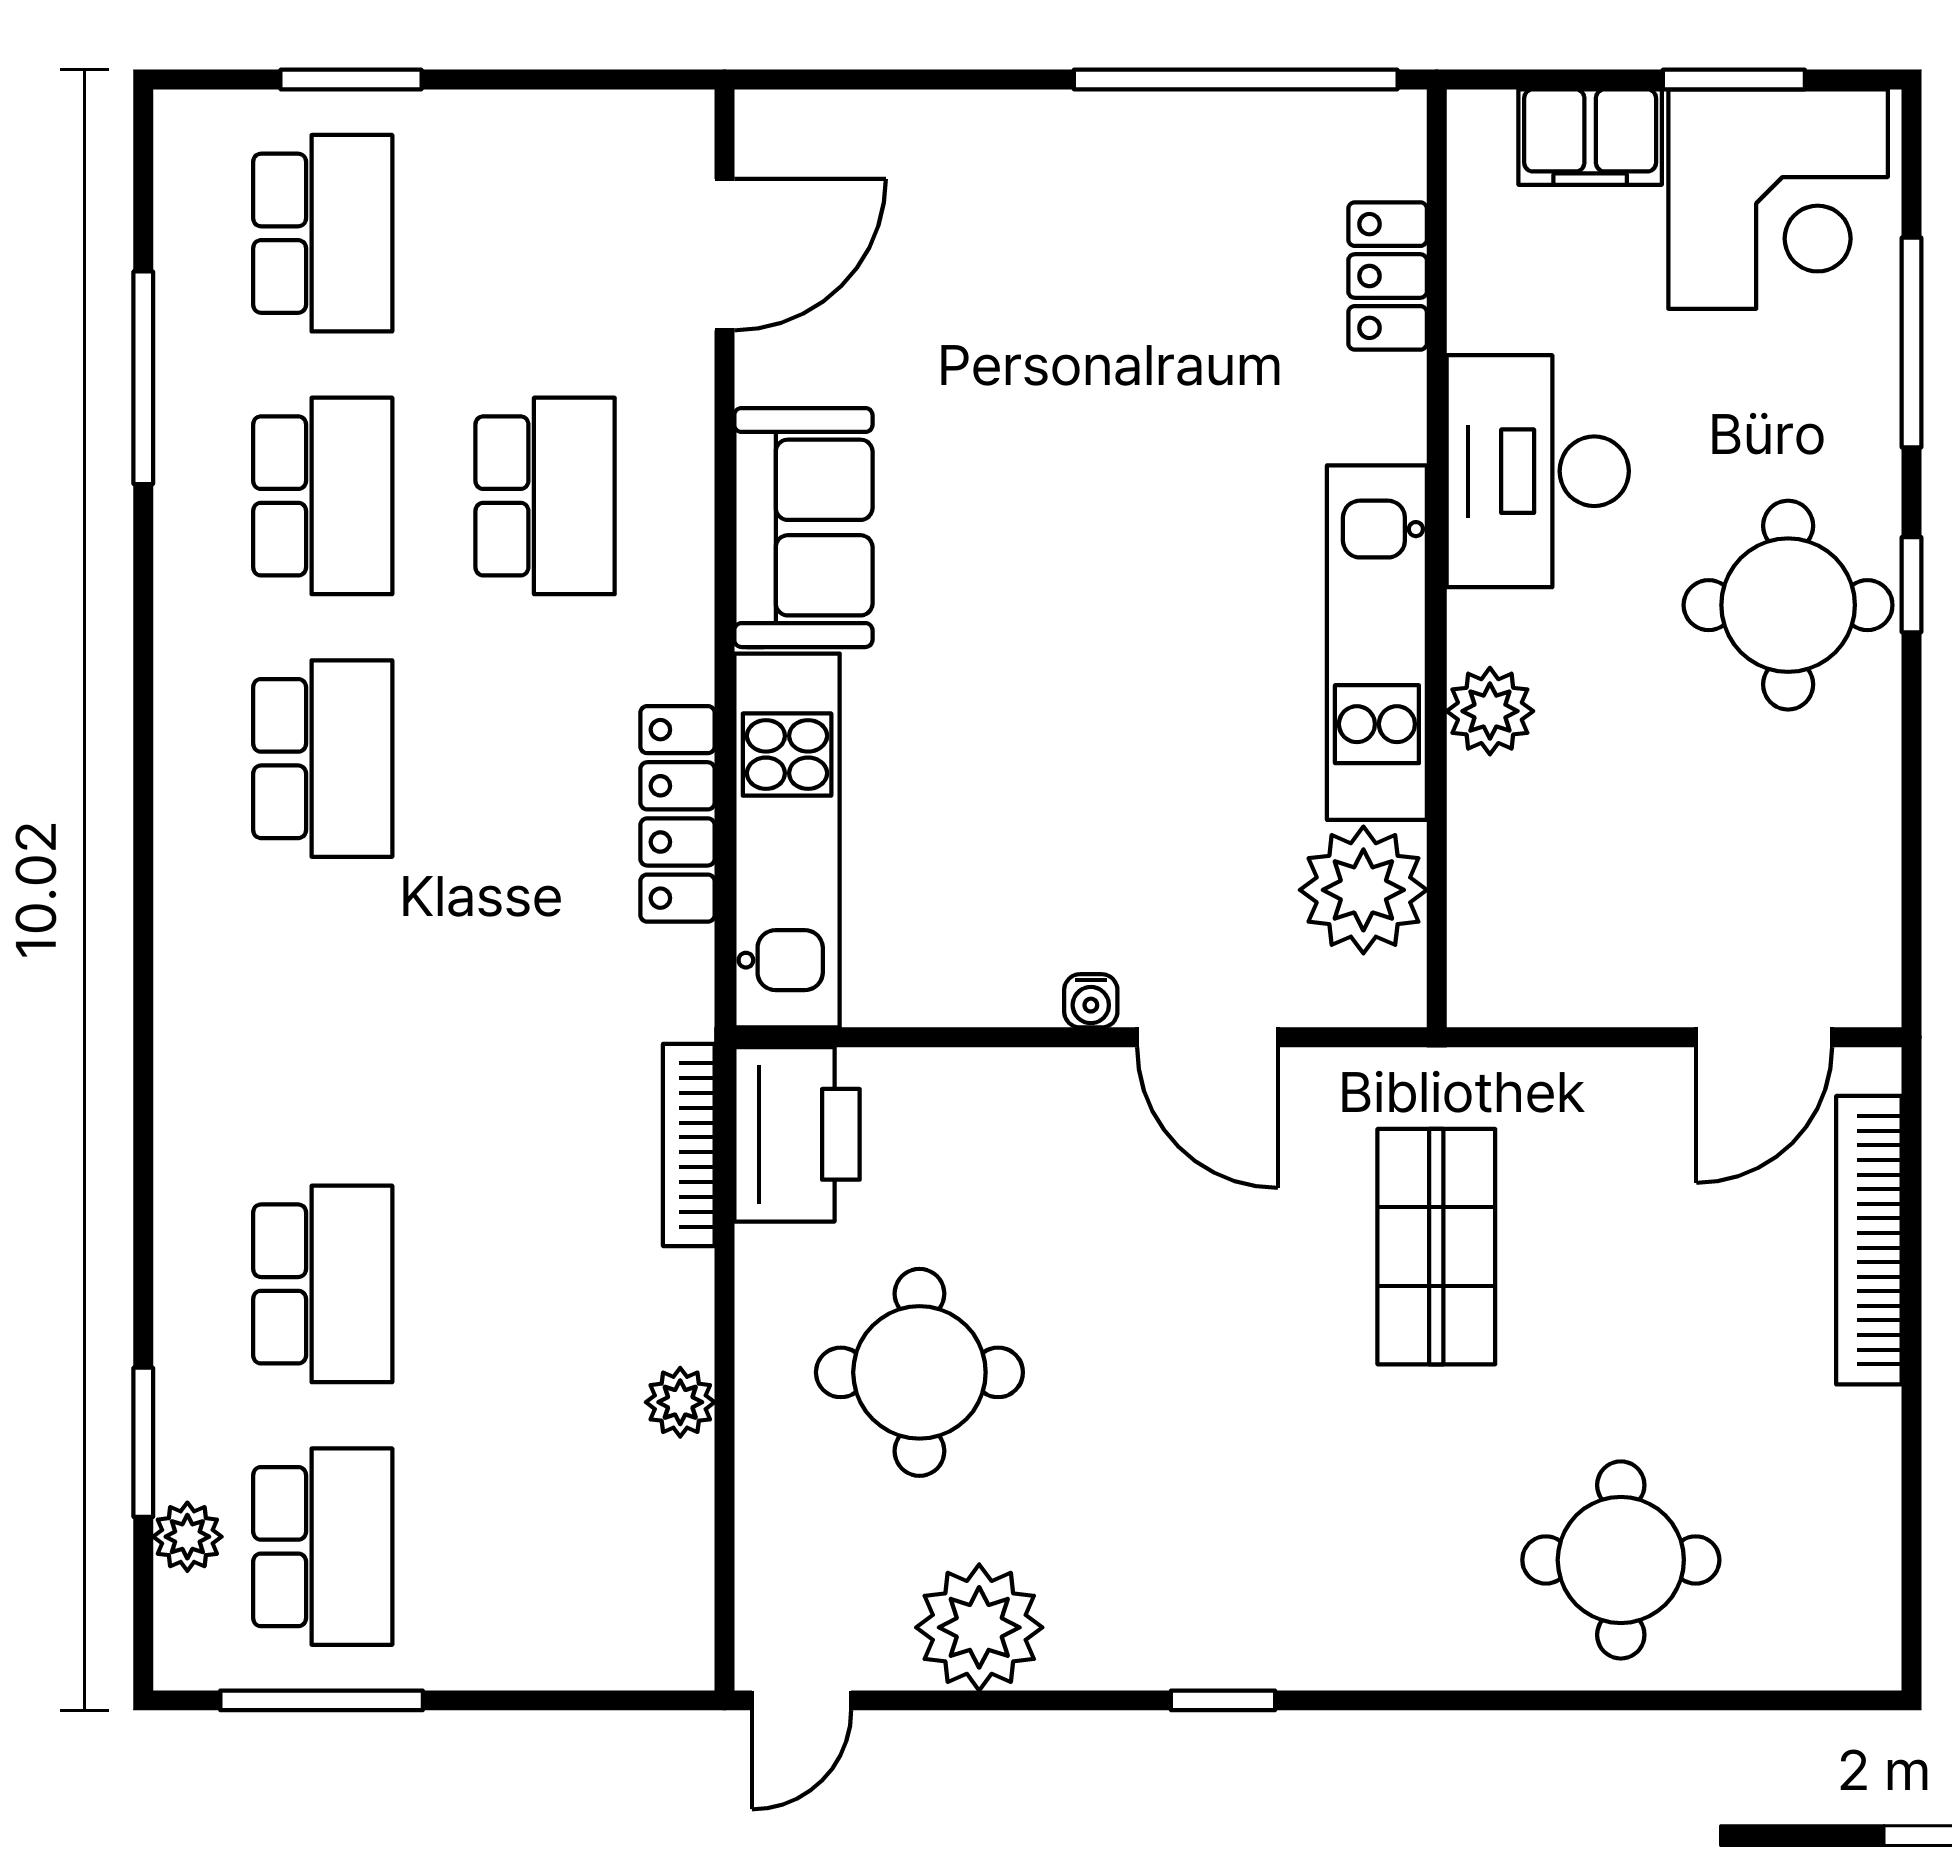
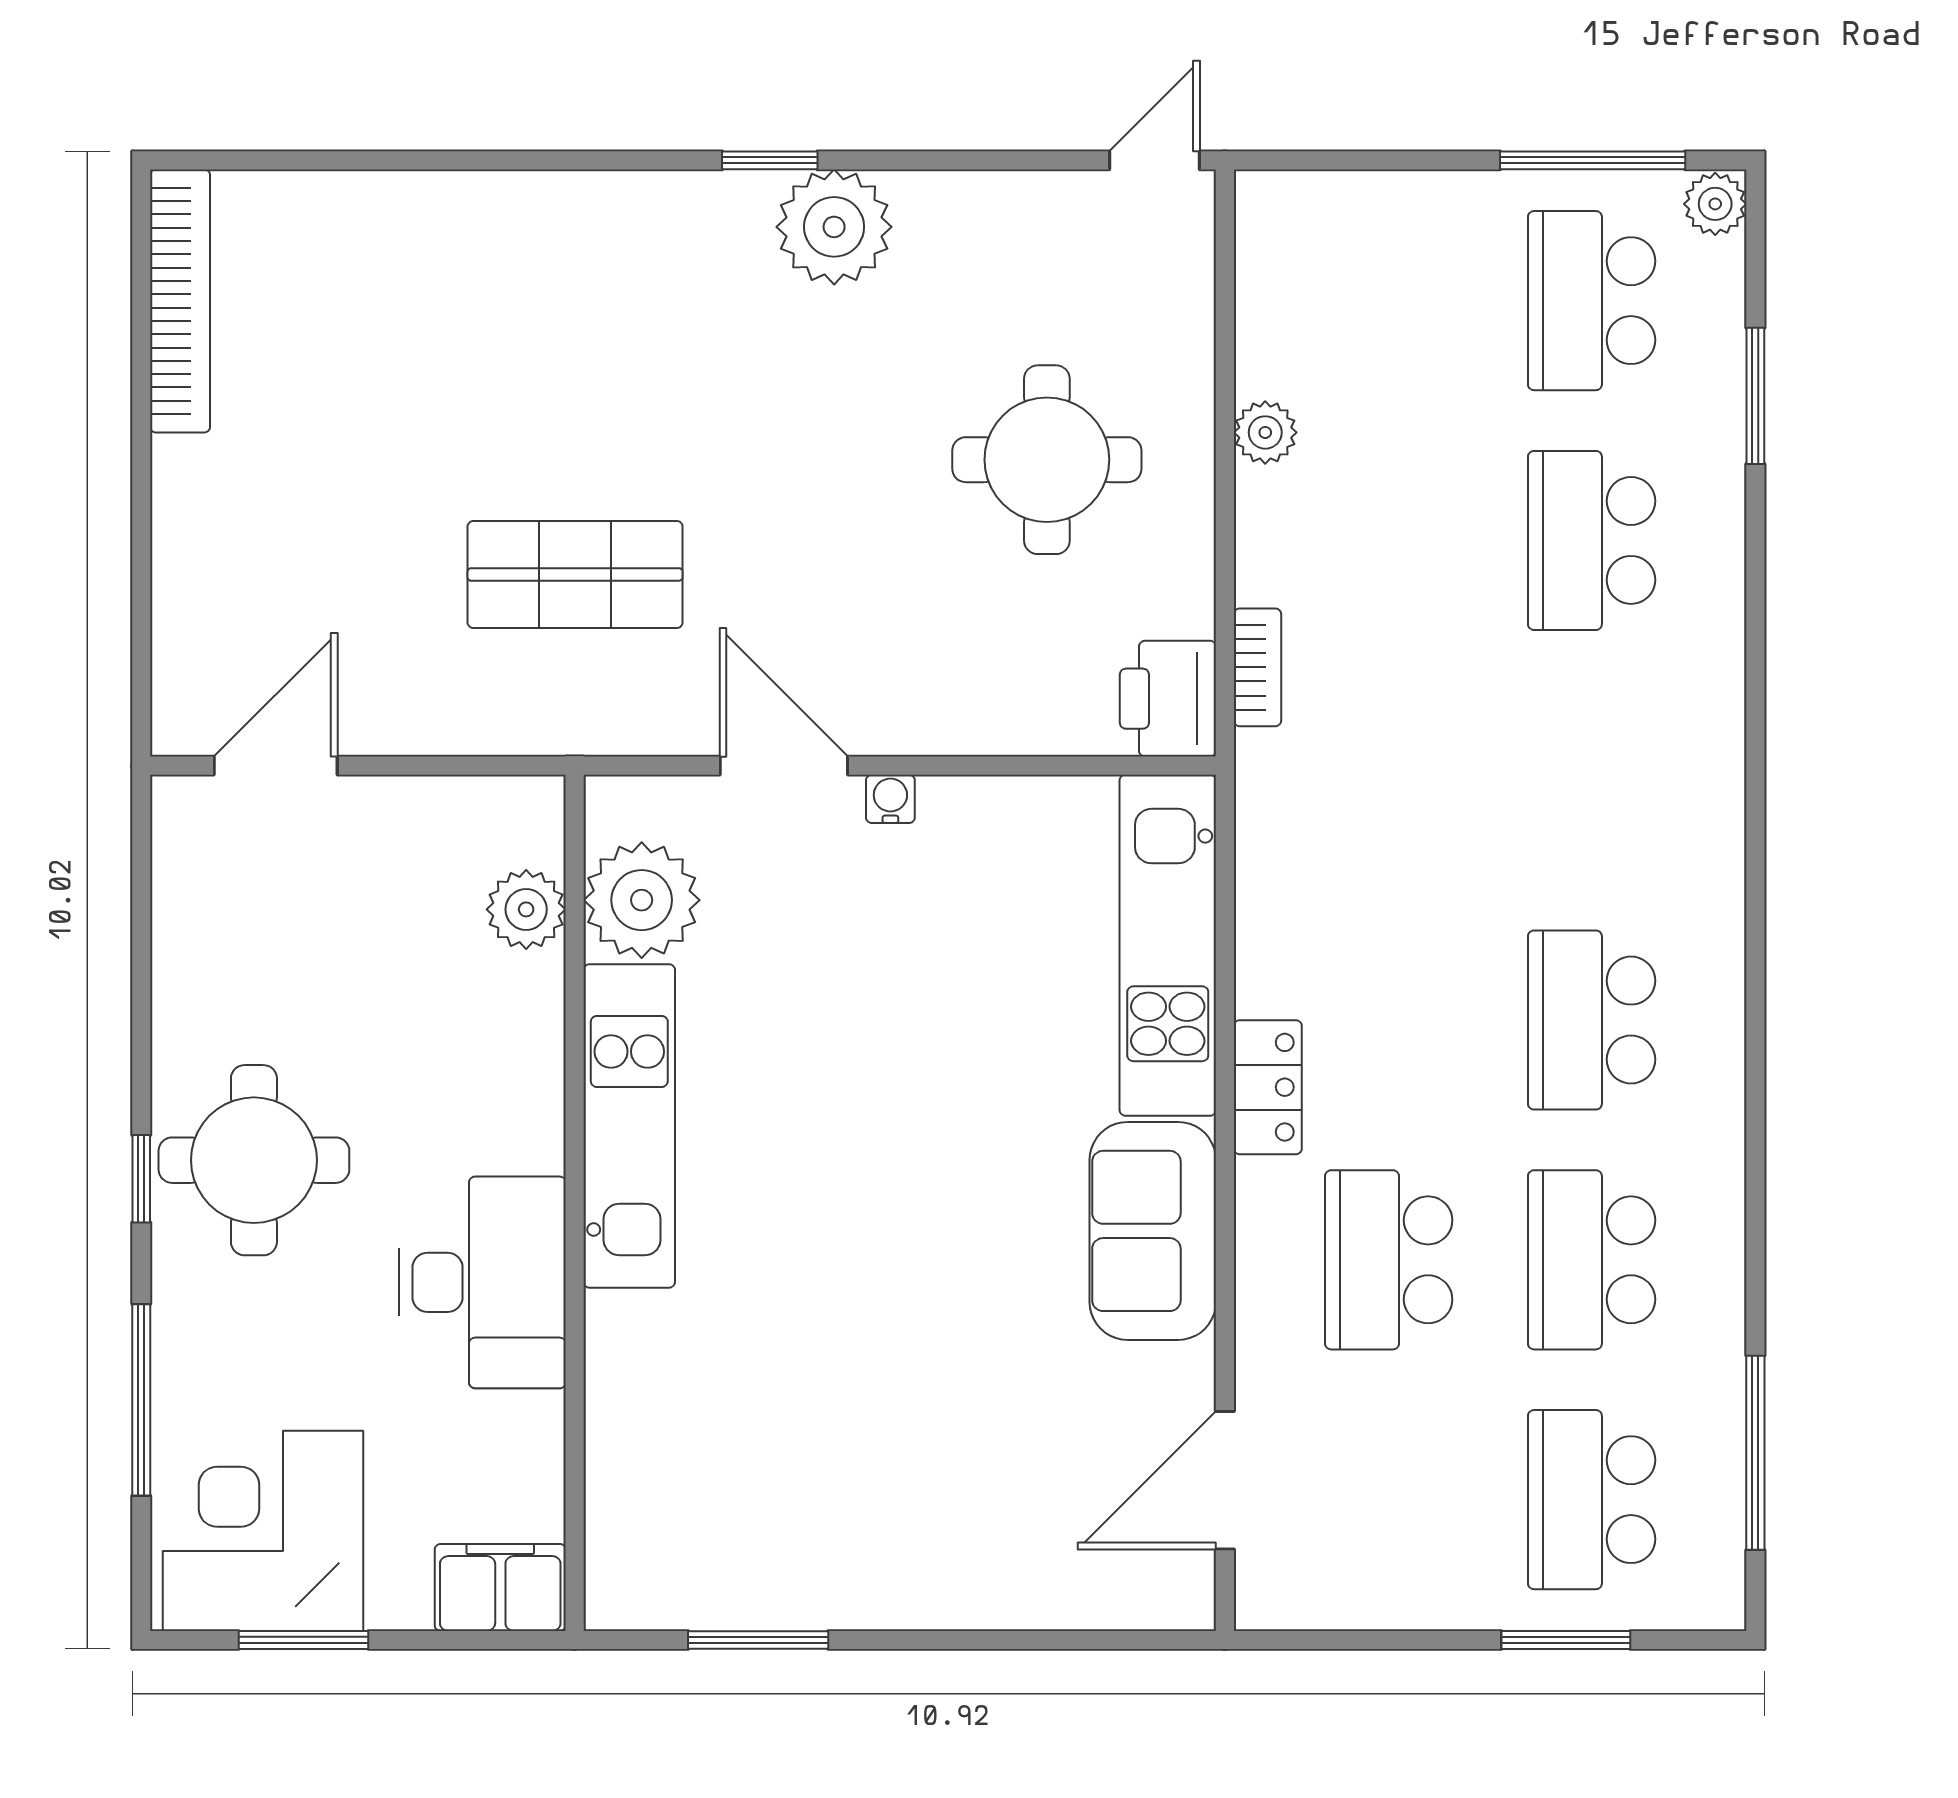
window: (1236, 79) -> (758, 1640), width x0.47
filing cabinet: (1590, 137) -> (500, 1587), moved
locker: (1388, 276) -> (620, 1461), removed
window: (143, 378) -> (1755, 1453), moved
plant: (1490, 711) -> (526, 909), moved
locker: (677, 814) -> (1268, 1087), moved, width x0.66
printer: (797, 1134) -> (1168, 699), width x0.73, depth x0.84
bookcase: (689, 1145) -> (1257, 667), width x0.64
bookcase: (1869, 1240) -> (180, 301), moved
shop shelf: (1436, 1247) -> (575, 574), turned 90
plant: (187, 1537) -> (1715, 204), moved
round table: (1621, 1560) -> (407, 288), removed
plant: (979, 1627) -> (834, 227), moved

